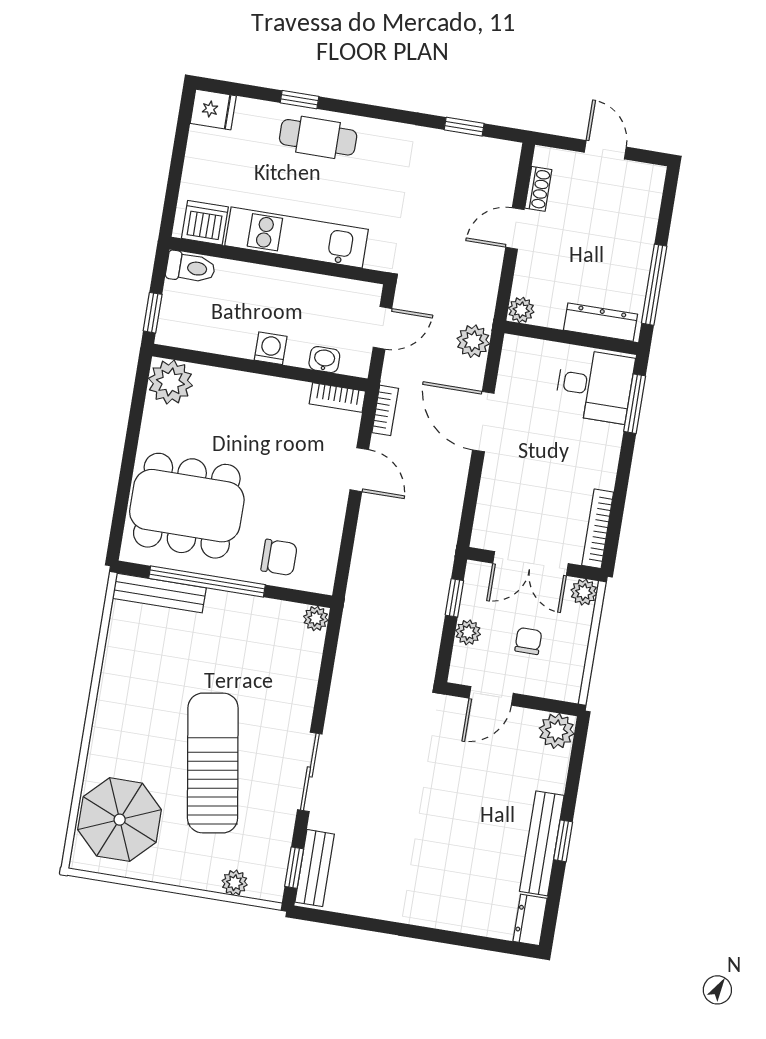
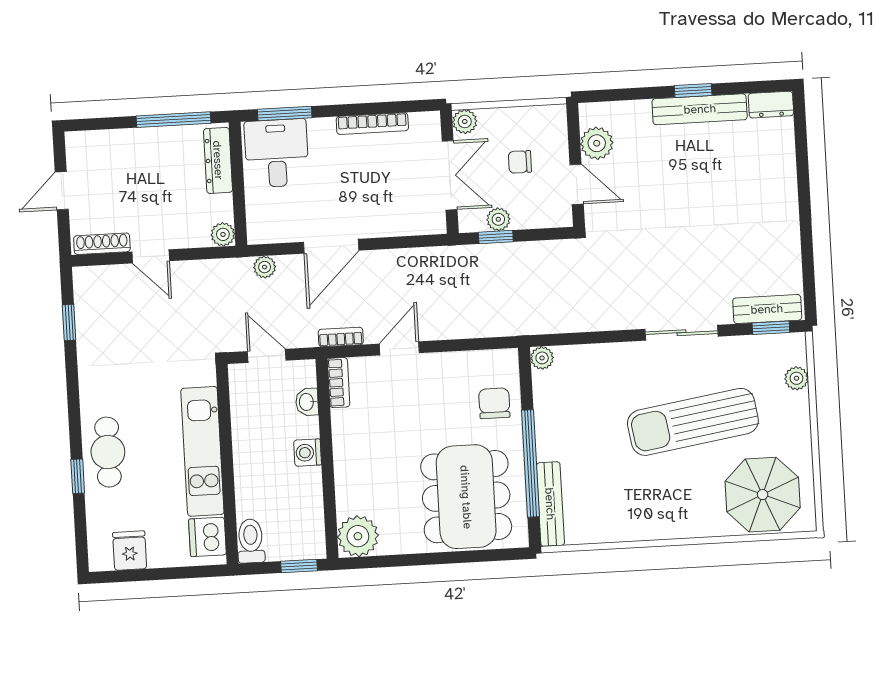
fridge: (213, 110) -> (130, 551), moved
shoe rack: (538, 189) -> (102, 244), width x1.43
plant: (473, 341) -> (265, 267), width x0.73, depth x0.73
bookcase: (598, 529) -> (372, 124), moved
plant: (468, 632) -> (498, 219), moved
plant: (557, 731) -> (597, 143), moved

